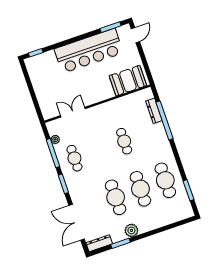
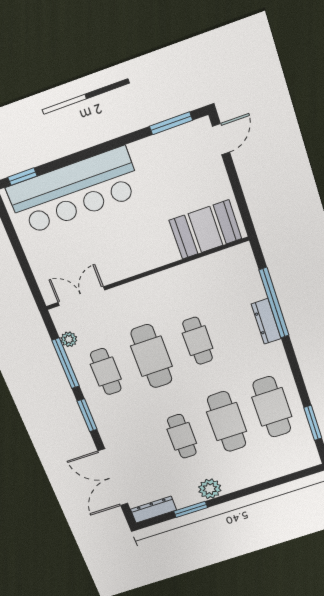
bar counter: (89, 51) -> (74, 191), moved
dresser: (154, 111) -> (266, 321), moved
double door: (73, 112) -> (81, 296), moved
cafe table: (99, 150) -> (152, 356), added
cafe table: (116, 197) -> (182, 436), width x0.73, depth x0.74

